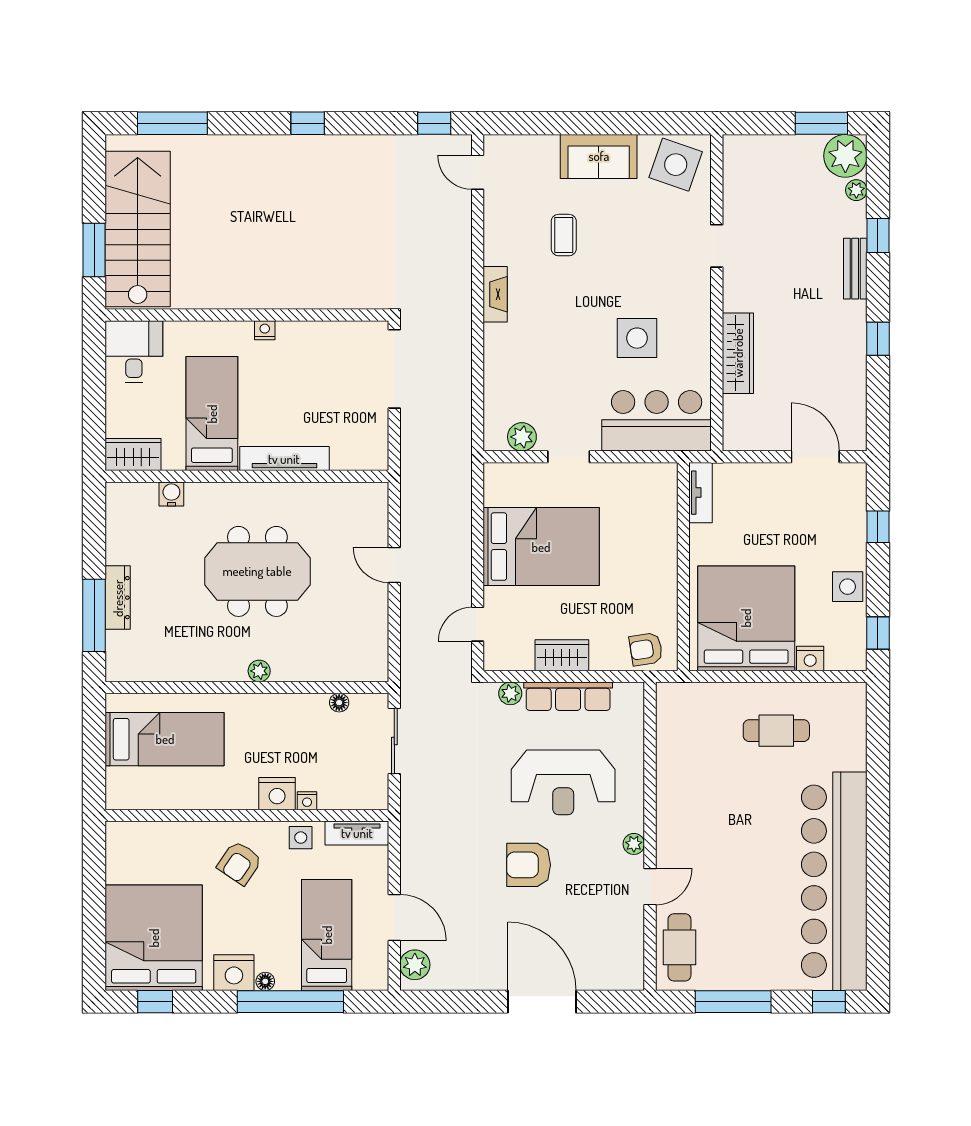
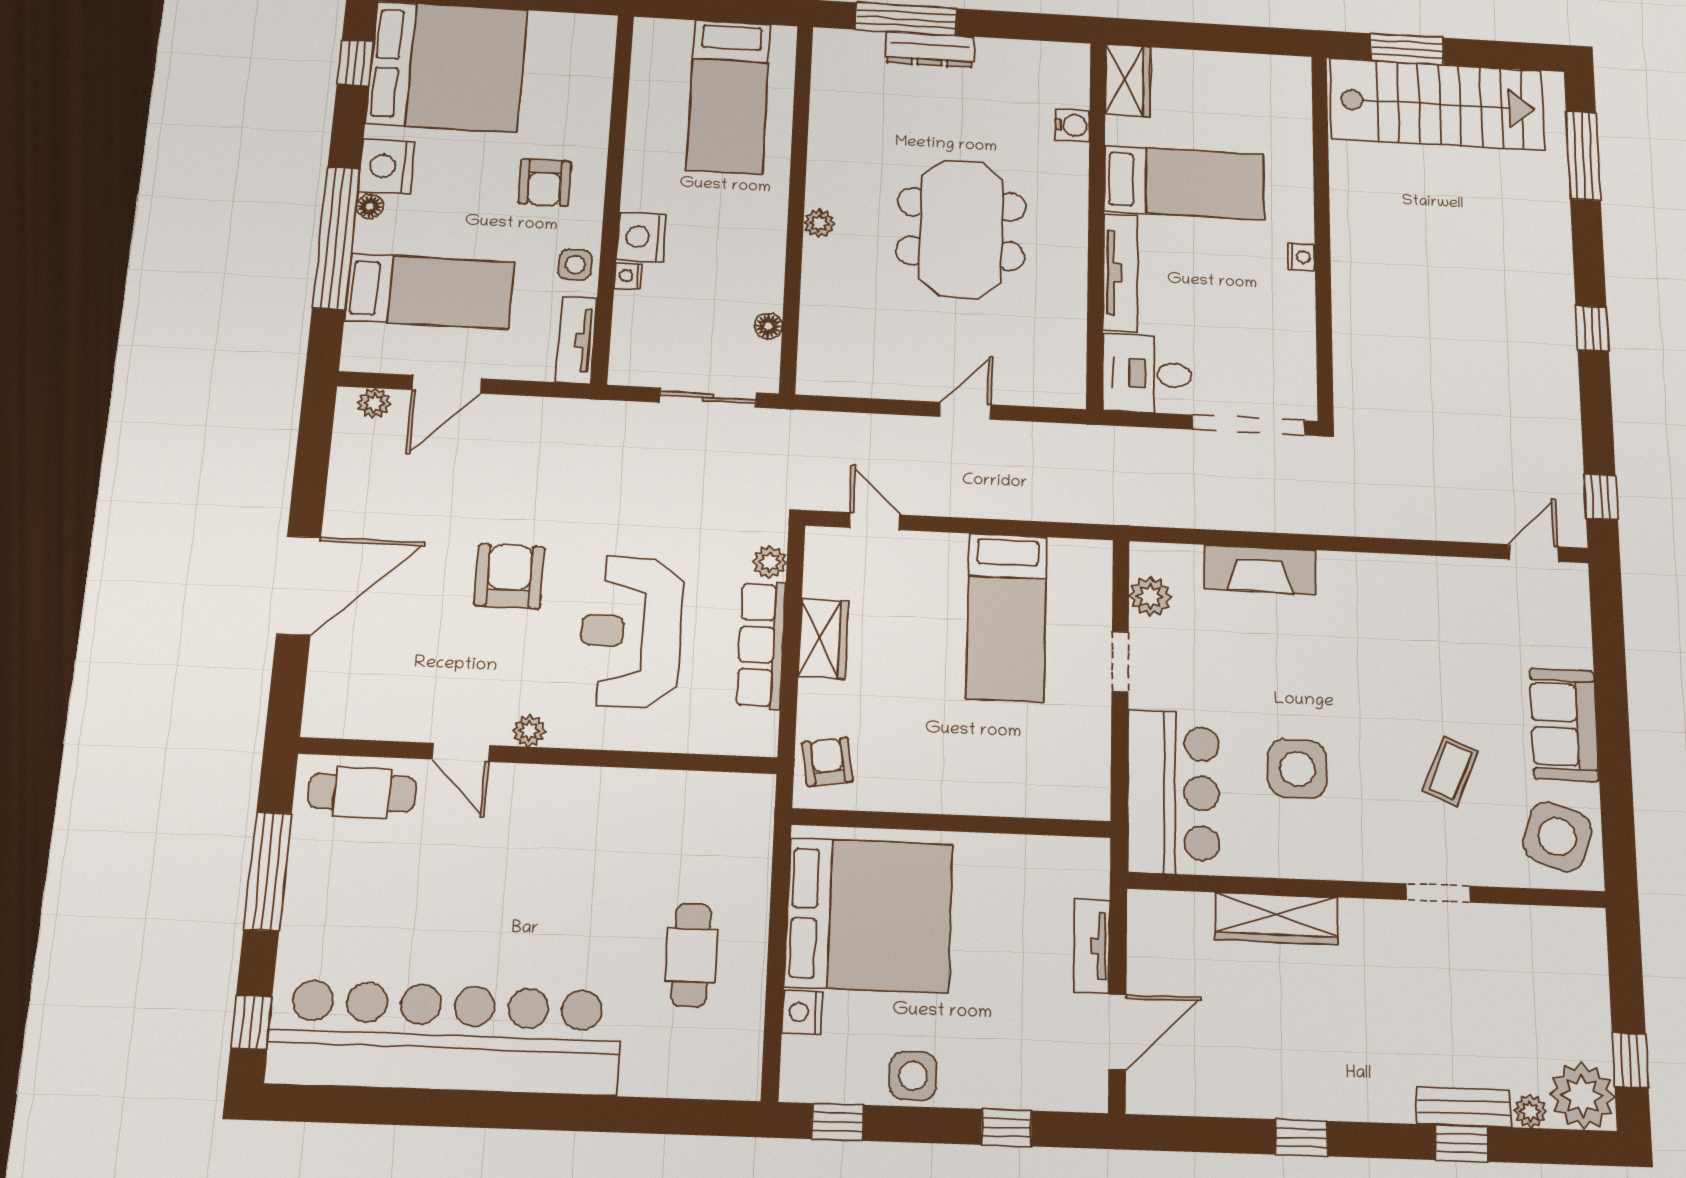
window: (821, 123) -> (1630, 1060), width x0.67
coffee table: (564, 235) -> (1450, 771), moved, turned -68
bench: (855, 269) -> (1464, 1107), moved
fireplace: (495, 294) -> (1260, 569), moved, width x1.37, depth x1.32
desk: (134, 352) -> (1147, 374), moved, turned 180
tv unit: (701, 493) -> (1092, 946), moved, turned 90
bed: (541, 547) -> (1007, 617), width x0.67
armchair: (240, 863) -> (545, 182), turned -124
plant: (415, 965) -> (374, 403), width x0.73, depth x0.73

